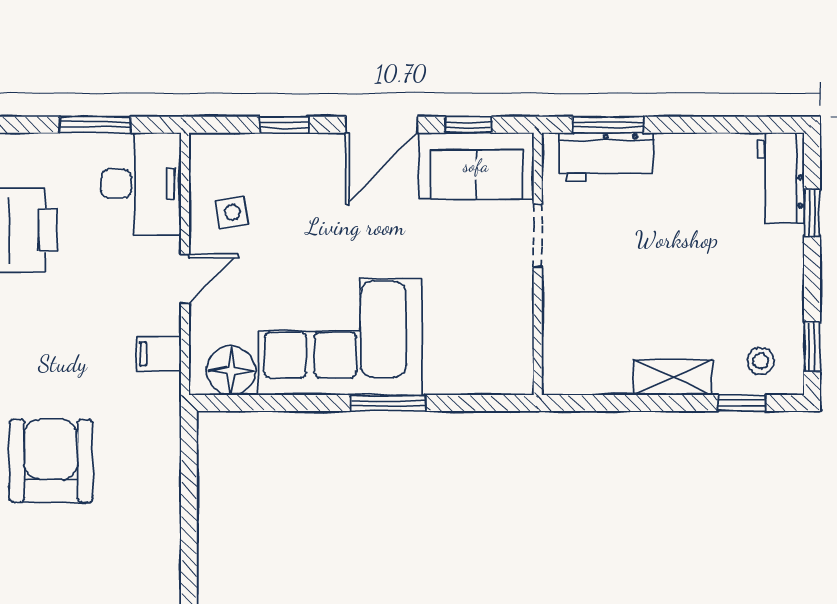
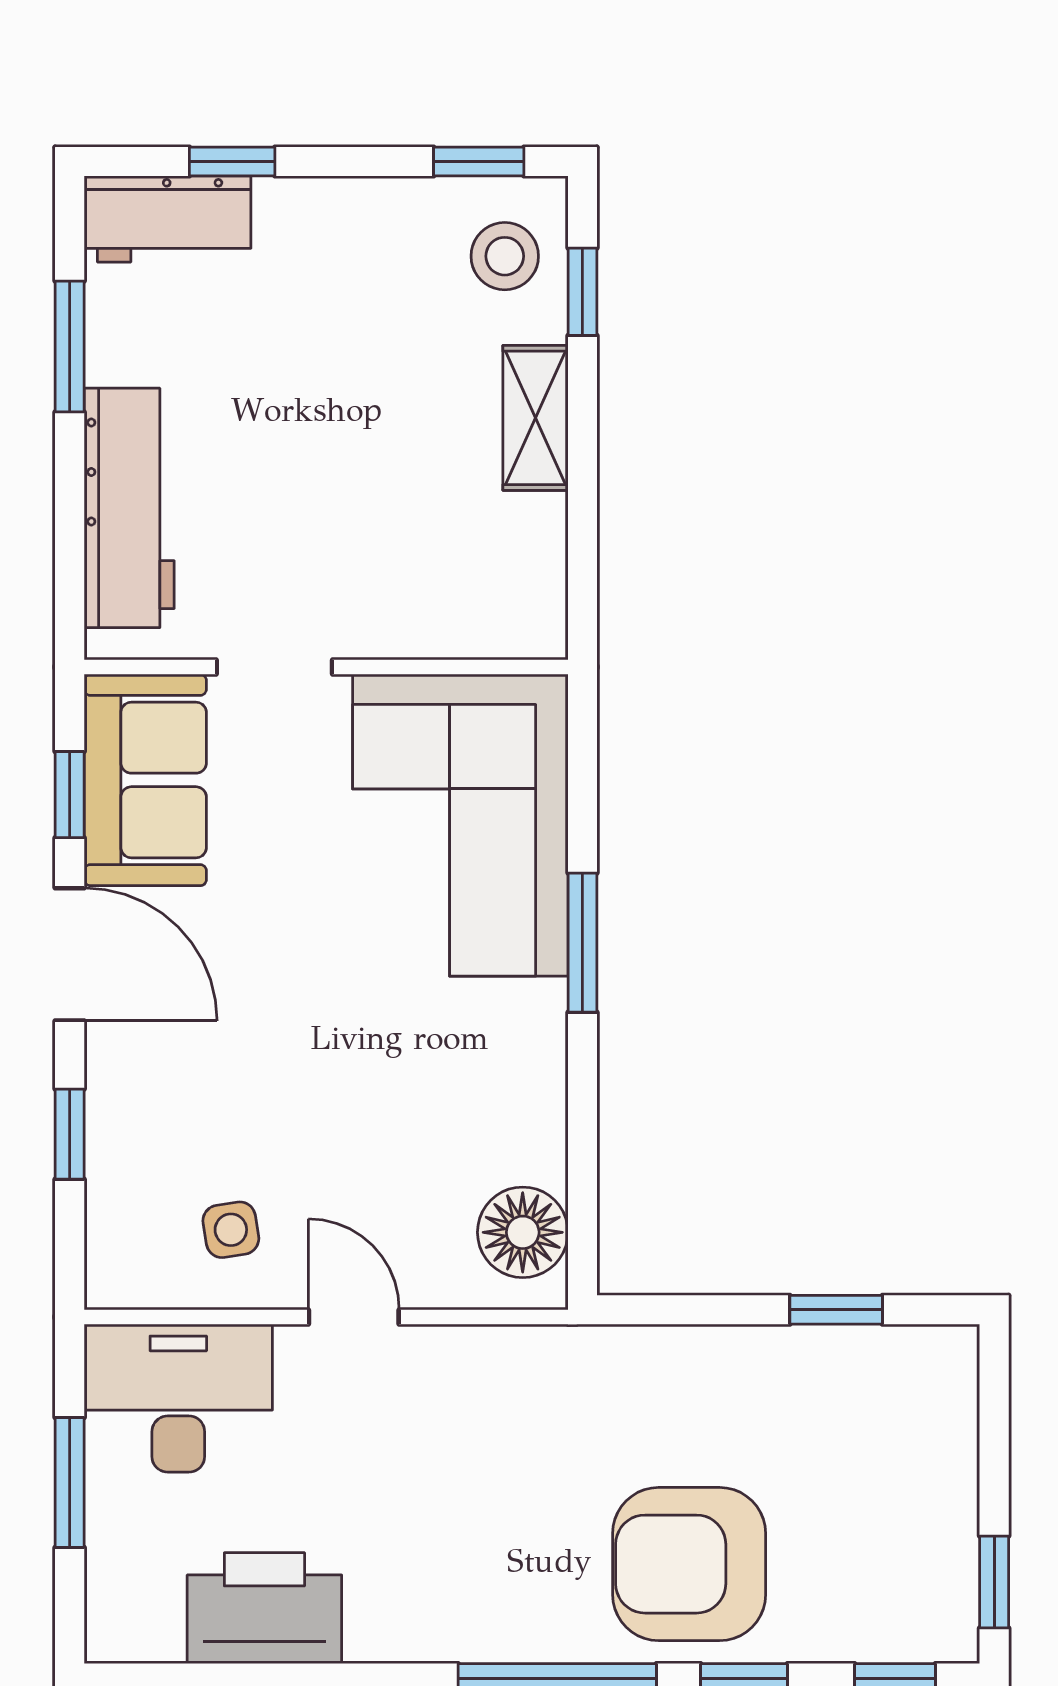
window: (608, 125) -> (70, 346), moved
workbench: (606, 157) -> (129, 508), width x1.37
corner sofa: (341, 337) -> (460, 825), moved
filing cabinet: (159, 354) -> (492, 1365), removed
stool: (761, 361) -> (505, 256), width x1.37, depth x1.37
window: (189, 541) -> (836, 1310), added

